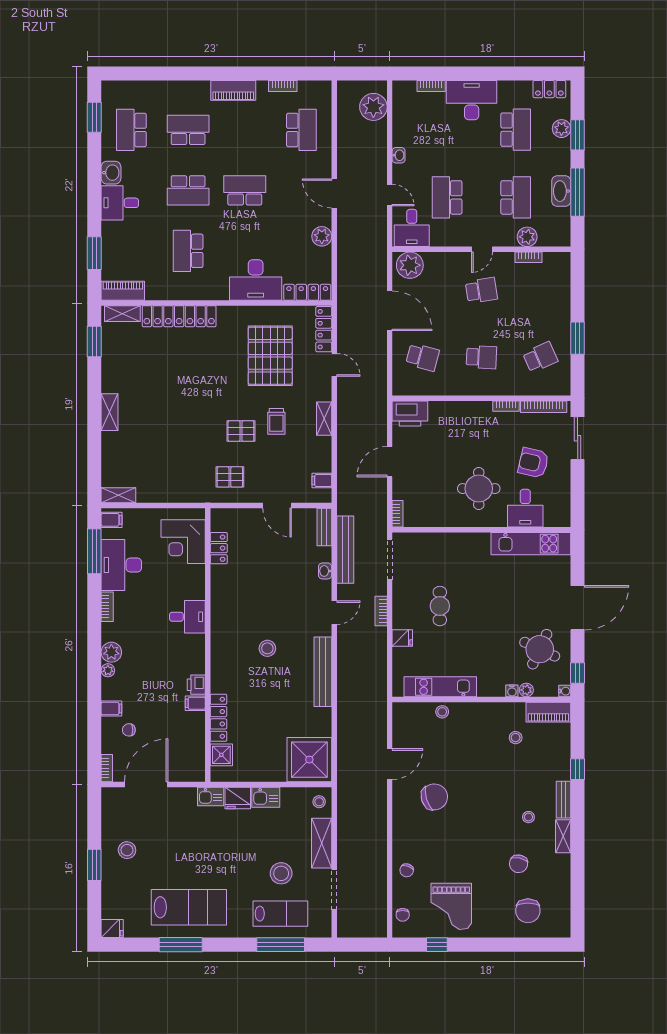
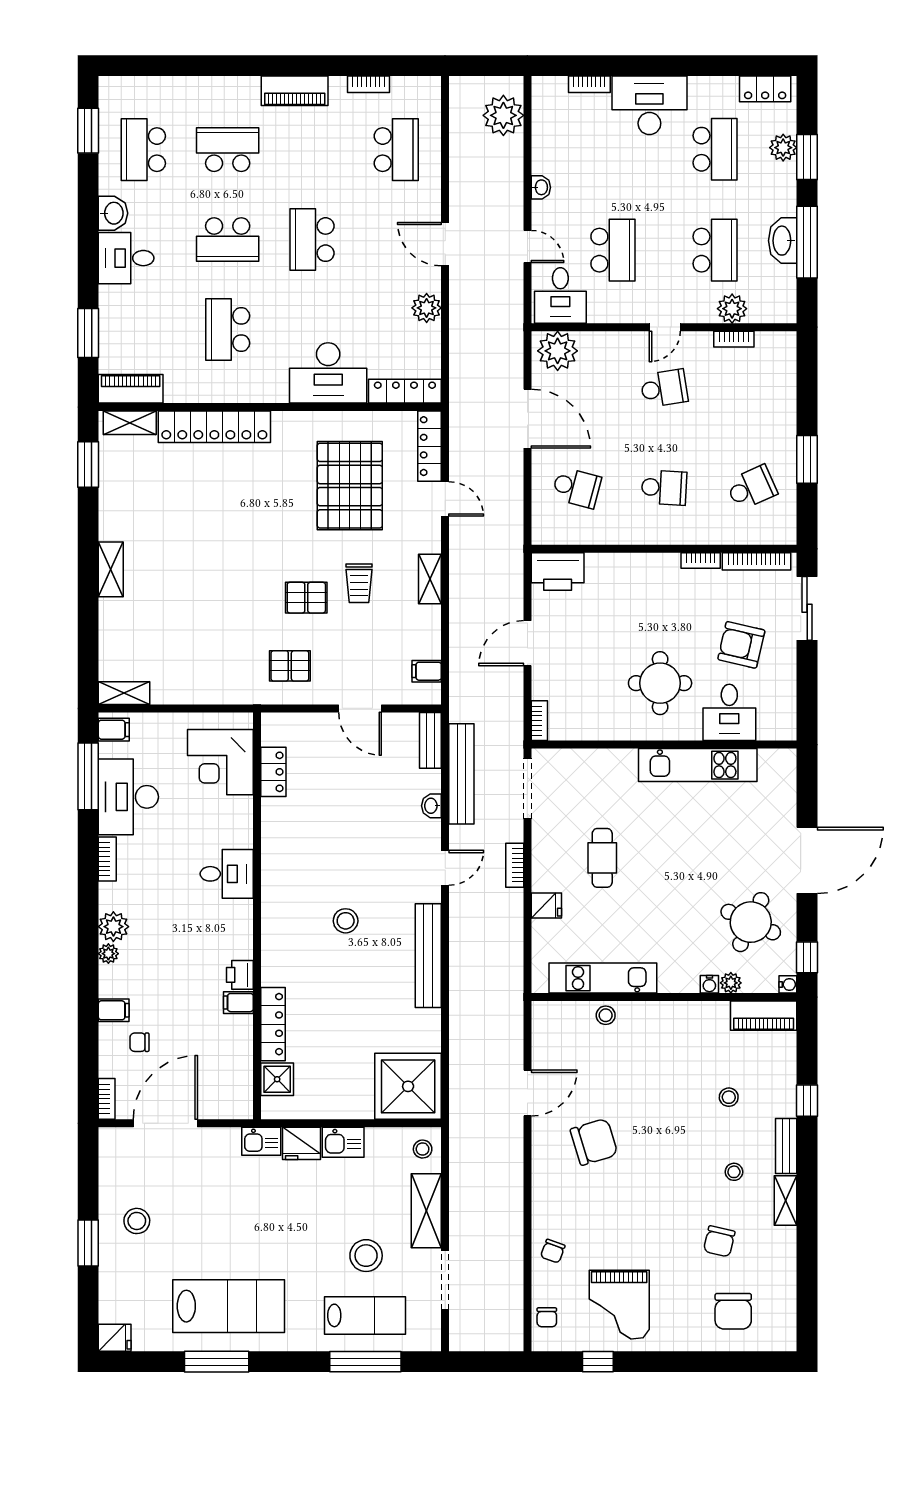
school desk: (245, 190) -> (312, 240), turned -90
school desk: (447, 197) -> (613, 250), turned 180
kitchen unit: (531, 544) -> (698, 765), moved
stool: (516, 738) -> (729, 1097), moved

